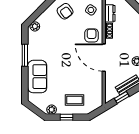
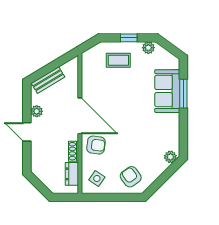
armchair: (92, 35) -> (96, 145), turned -83
window: (25, 55) -> (183, 94), moved
window: (122, 97) -> (56, 64), removed

